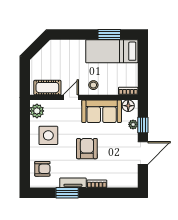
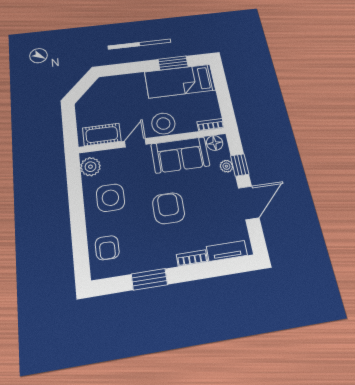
stool: (93, 85) -> (163, 124), width x1.89, depth x1.89
armchair: (42, 169) -> (107, 248), turned 90
tv unit: (73, 183) -> (227, 251), moved

